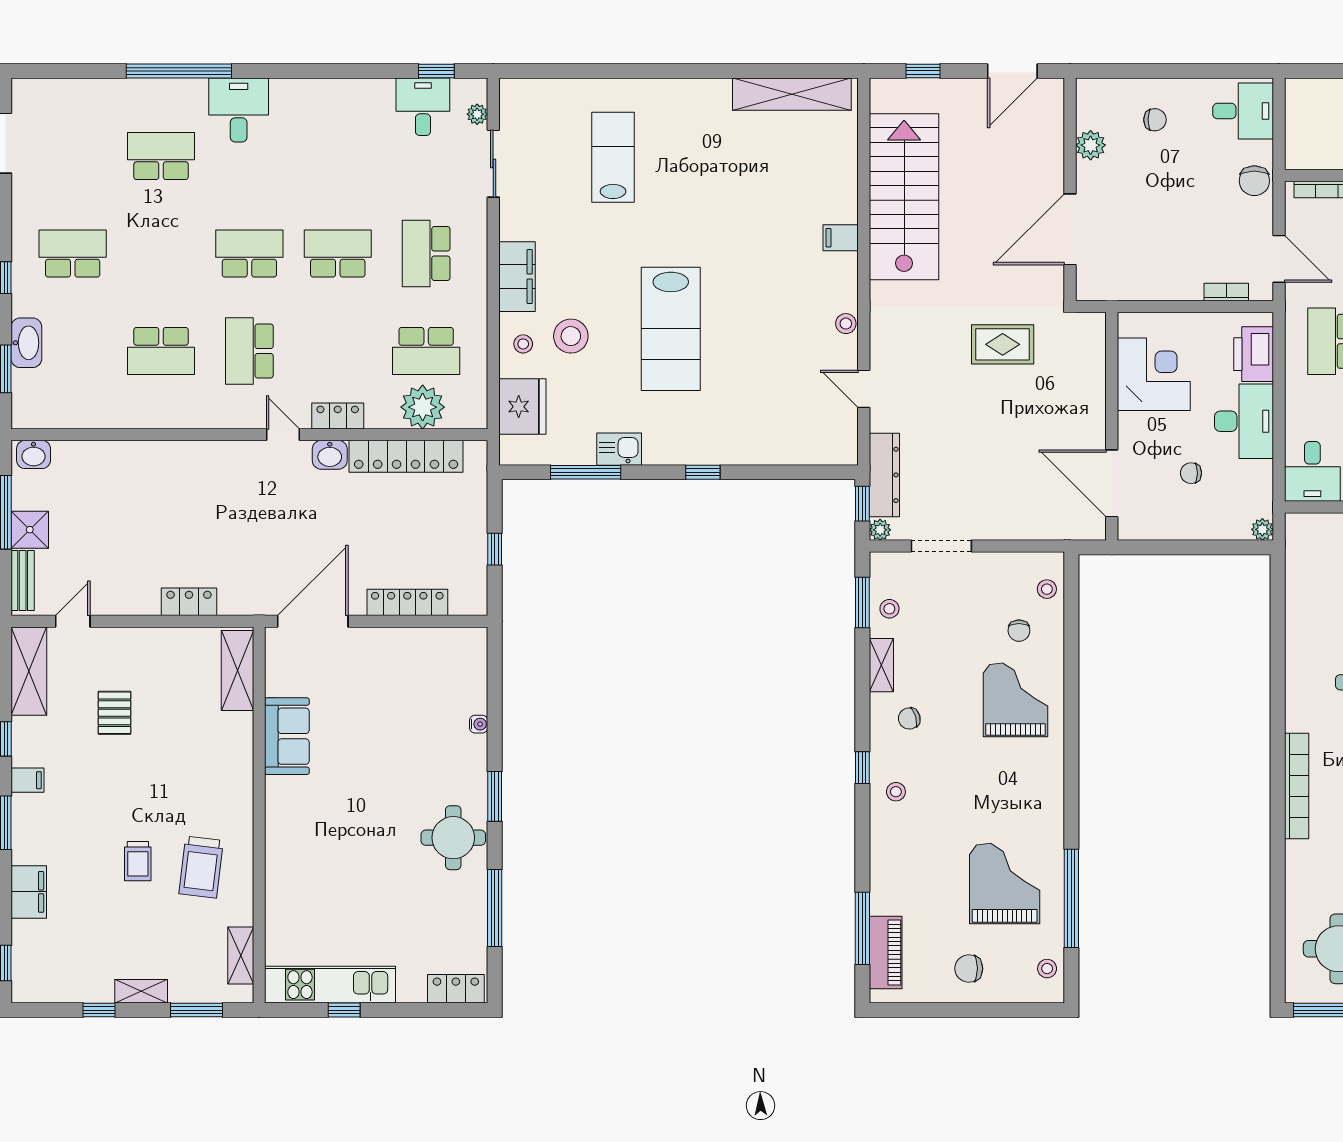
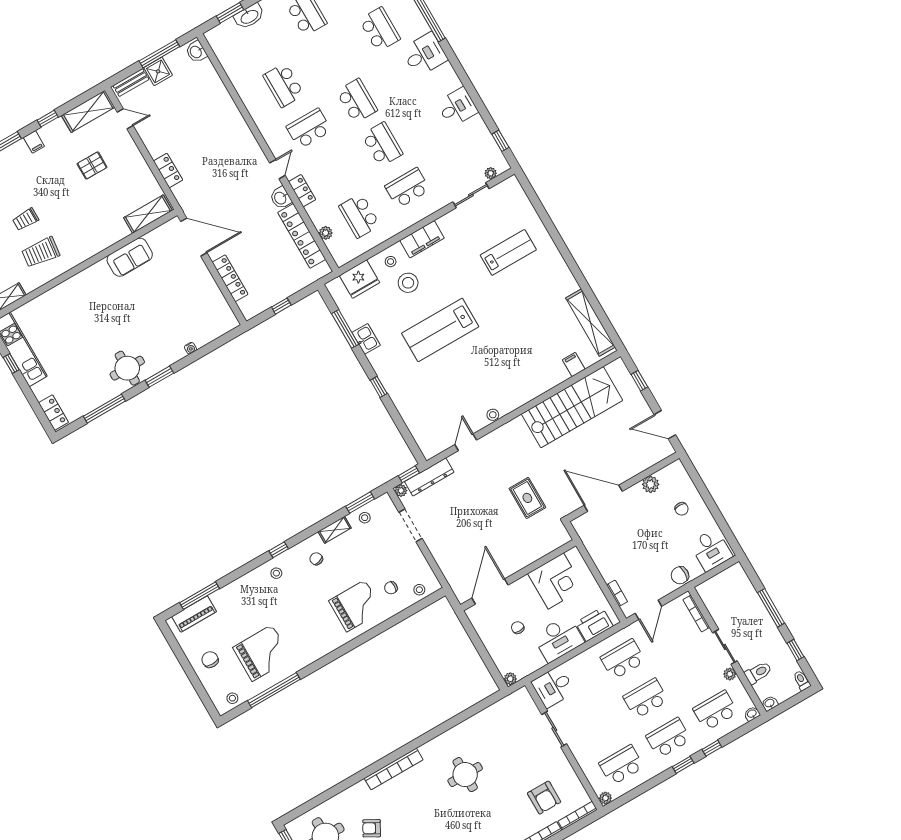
desk: (423, 107) -> (457, 107), moved
filing cabinet: (841, 238) -> (574, 364), moved
plant: (423, 407) -> (326, 233), width x0.53, depth x0.53

